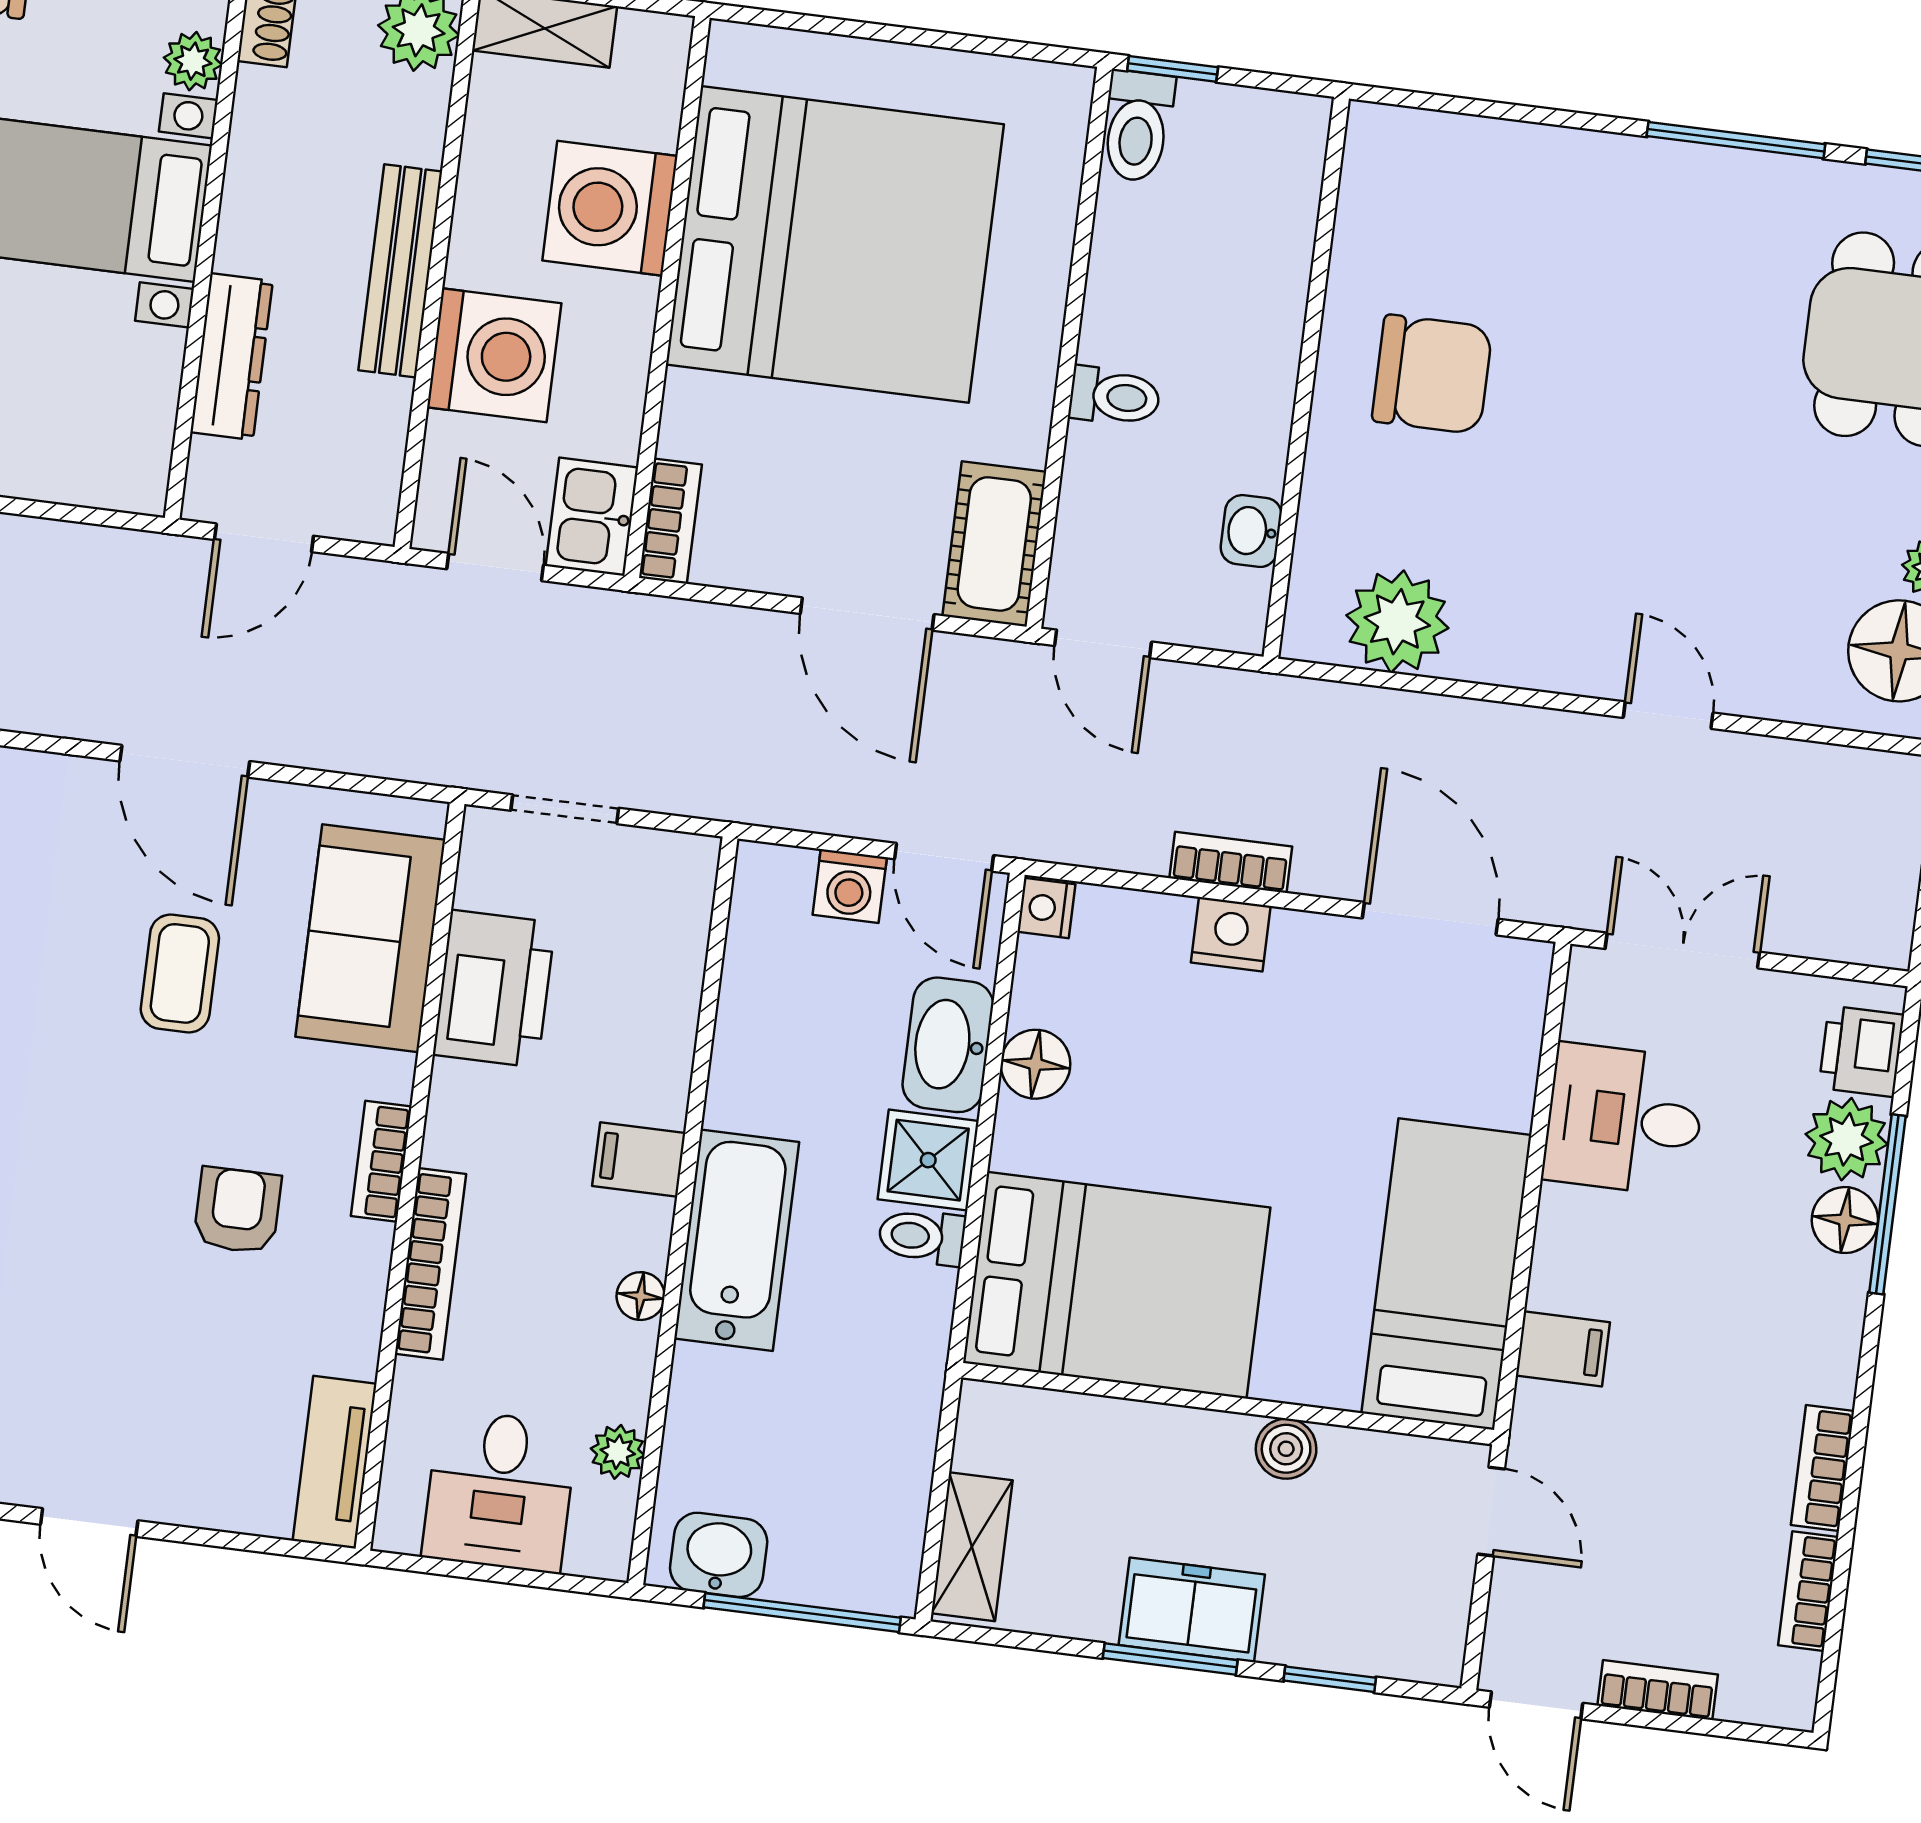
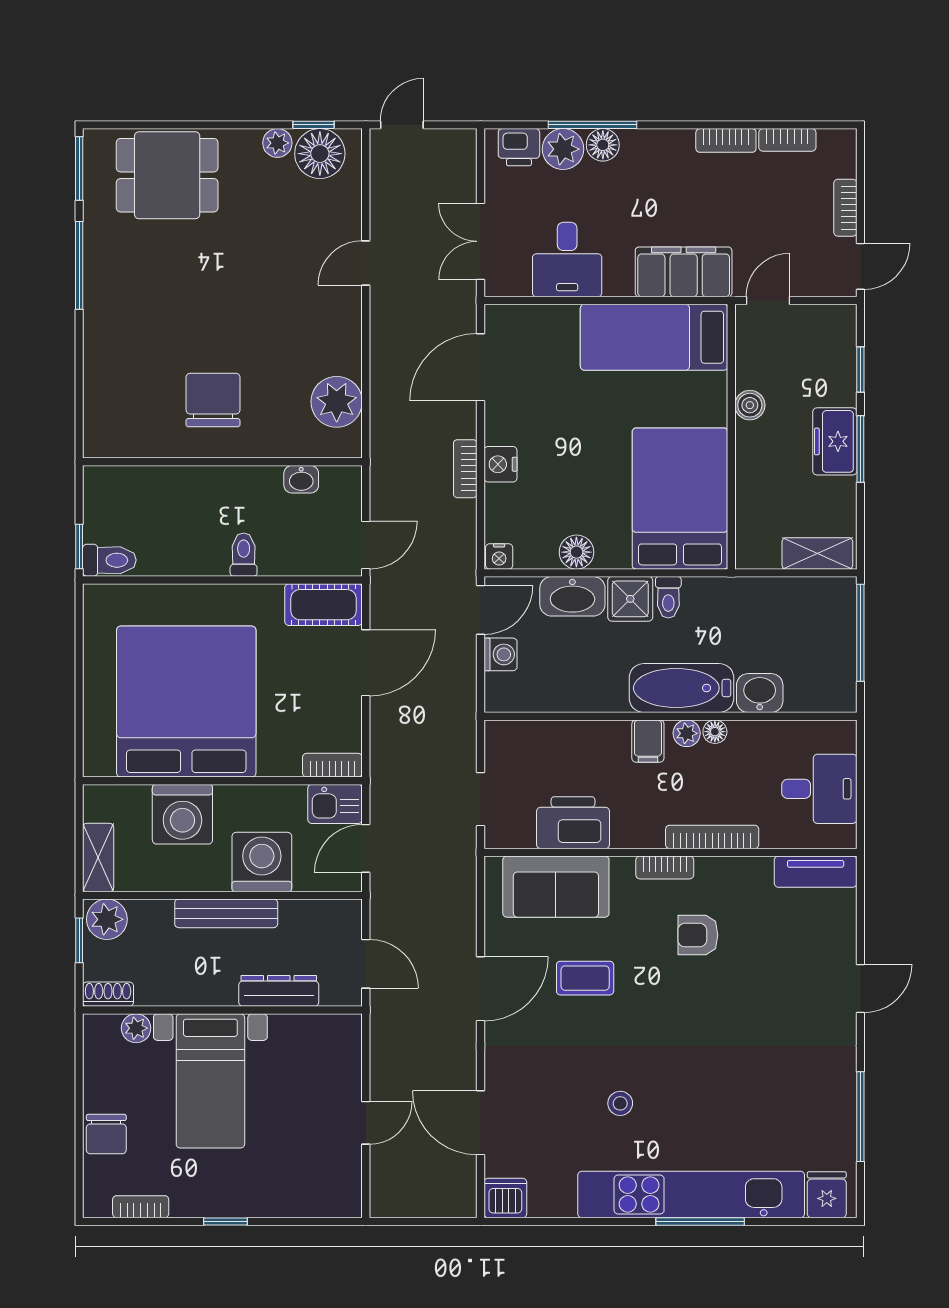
filing cabinet: (1563, 1349) -> (684, 272), width x3.00, depth x1.17
plant: (618, 1452) -> (687, 733), moved
washbasin: (719, 1555) -> (760, 693), moved, turned 90

